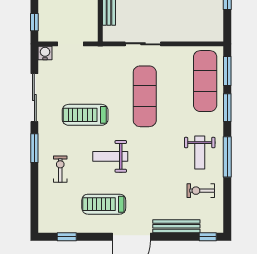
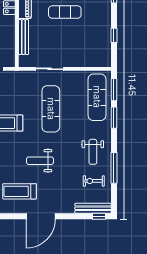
weight bench: (110, 156) -> (40, 161), moved
window: (227, 157) -> (114, 168), moved
bench: (176, 226) -> (93, 208), moved

